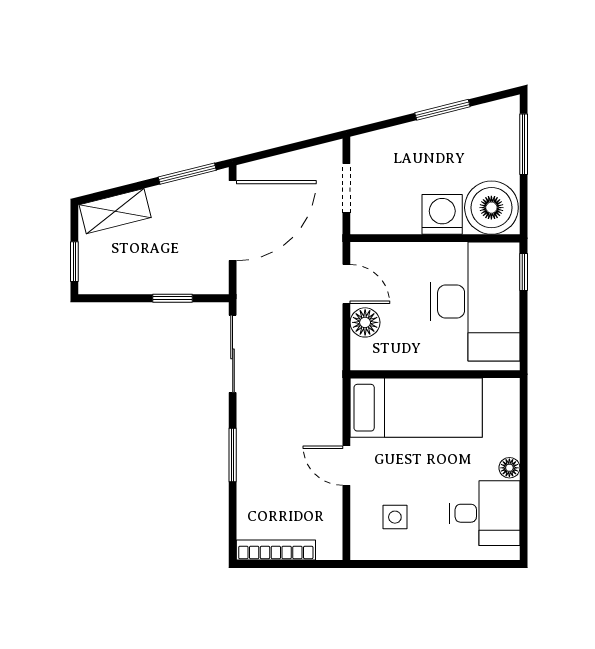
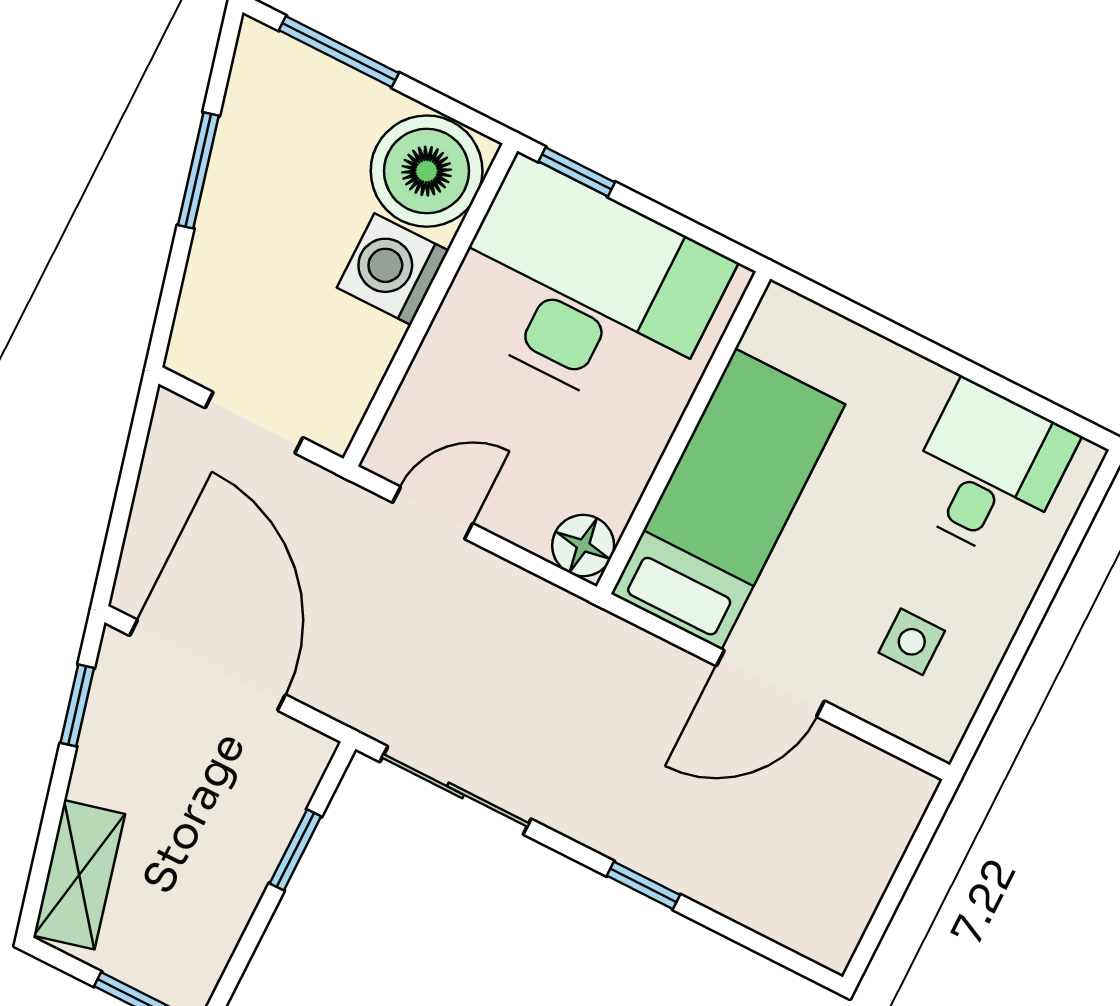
window: (187, 174) -> (77, 705), width x0.67
floor lamp: (365, 322) -> (583, 546), moved
window: (233, 455) -> (643, 885), width x0.67
door: (346, 466) -> (770, 683), width x1.38
floor lamp: (509, 468) -> (928, 382), removed
bookcase: (276, 550) -> (861, 894), removed

